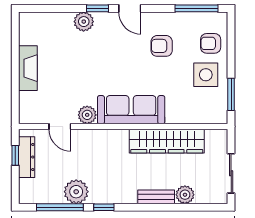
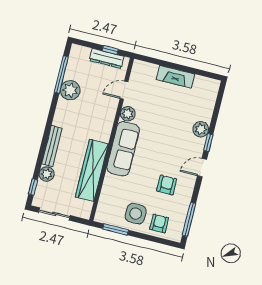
bench: (156, 197) -> (52, 146), width x1.36
window: (104, 207) -> (33, 187), moved

